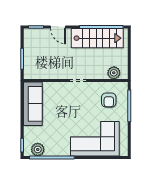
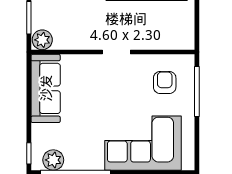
plant: (114, 73) -> (42, 40), moved
armchair: (109, 100) -> (165, 83), turned 180

